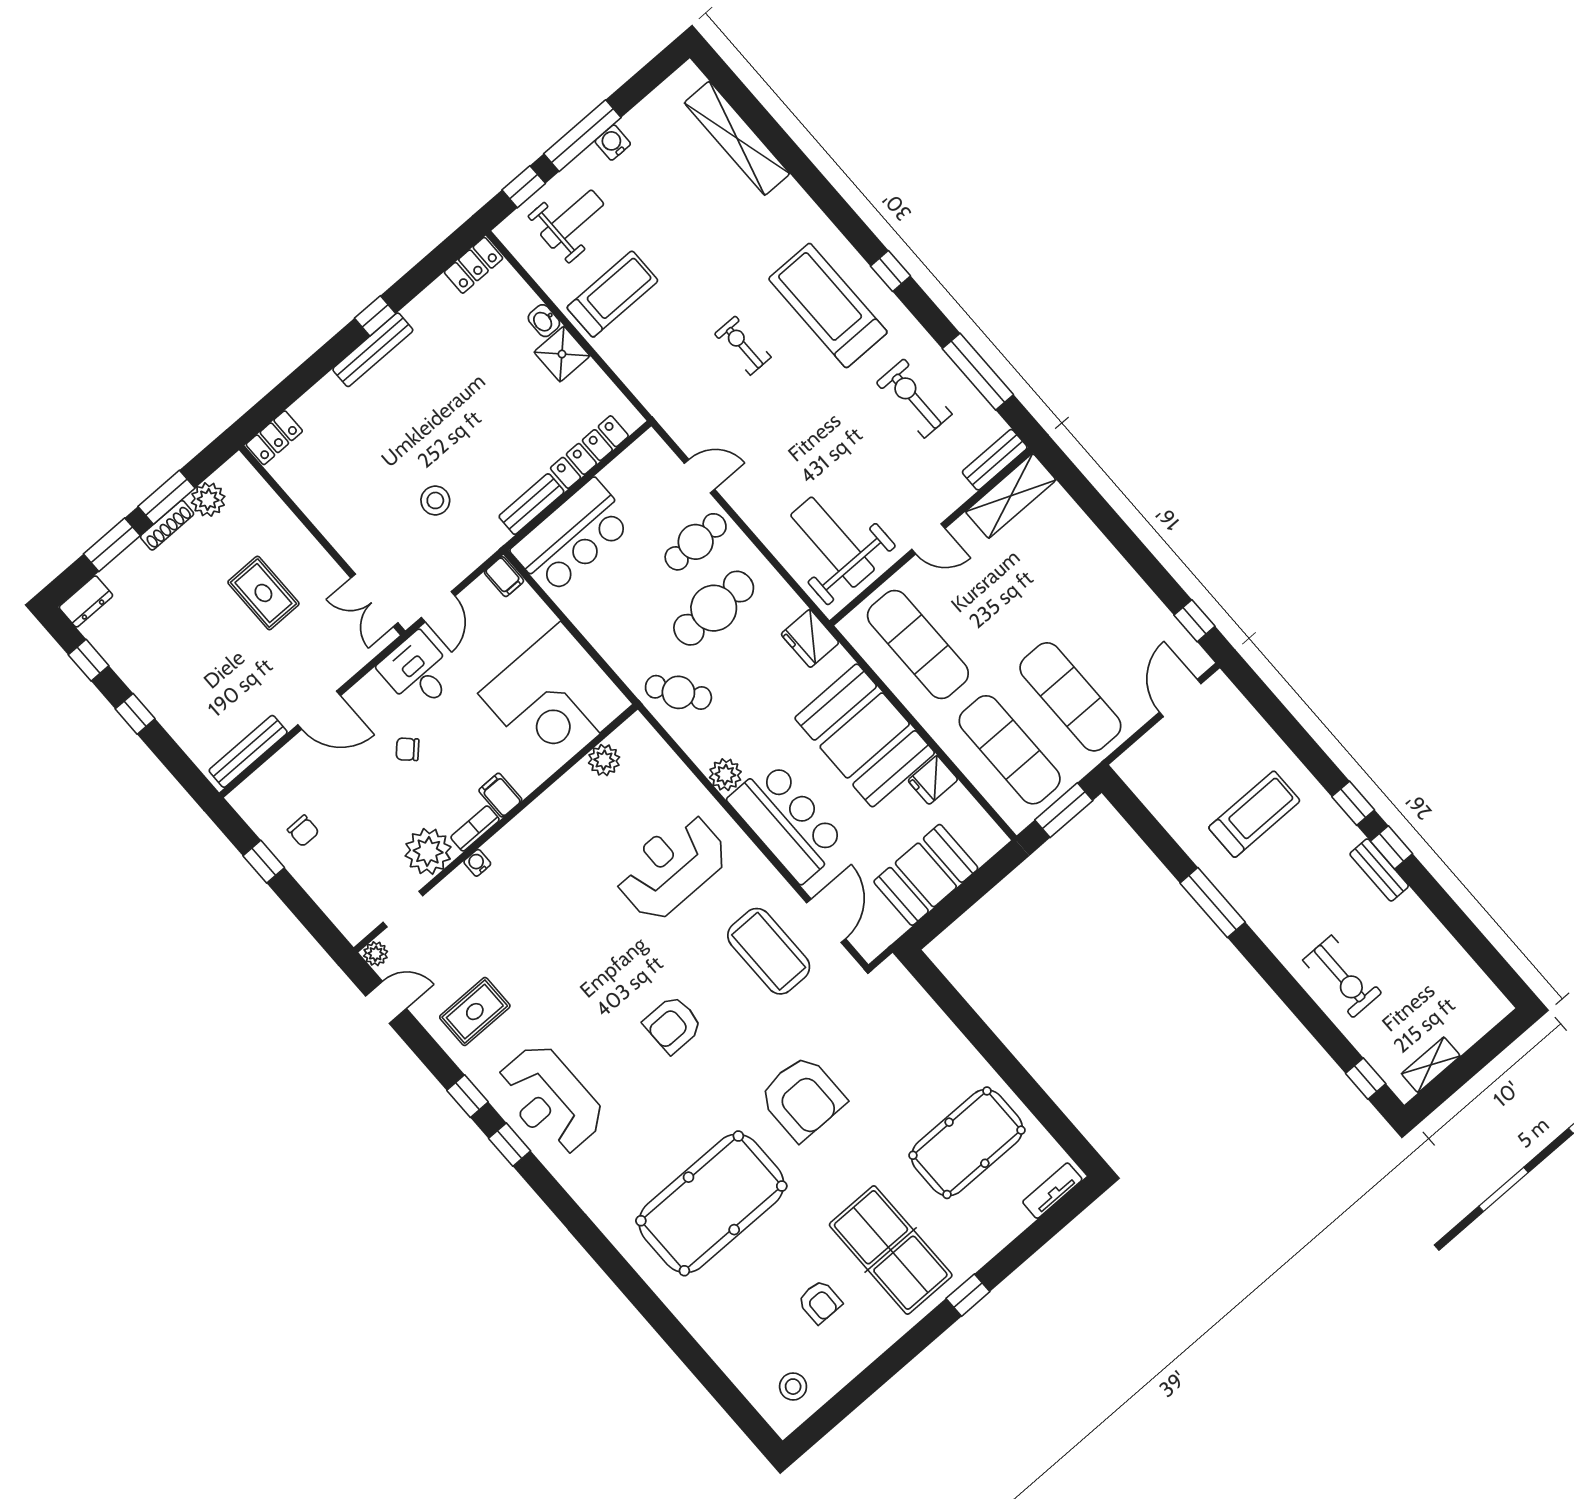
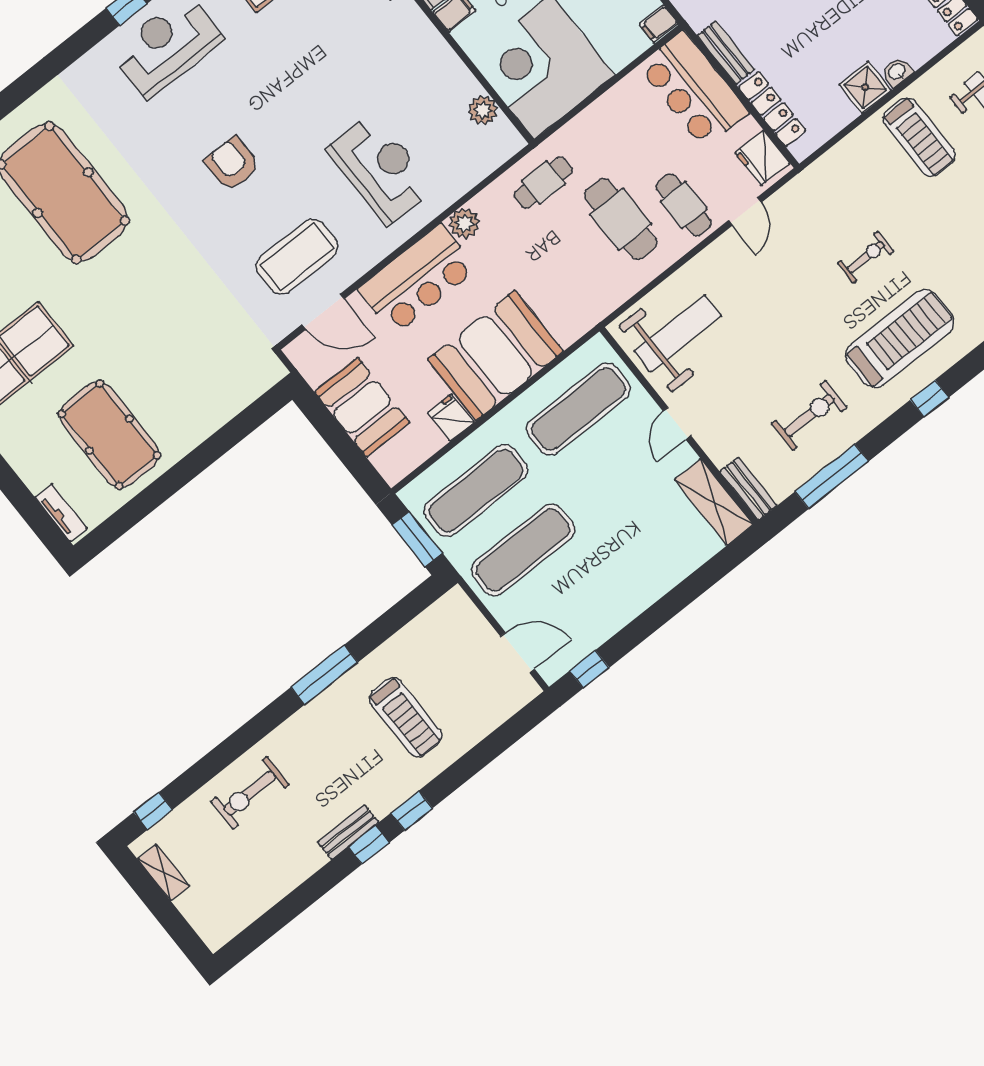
fridge: (810, 638) -> (762, 158), moved, turned -90
cafe table: (678, 692) -> (543, 183), turned 35
armchair: (802, 1098) -> (158, 282), removed

